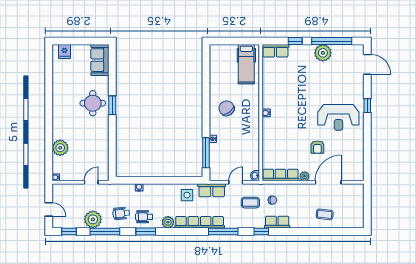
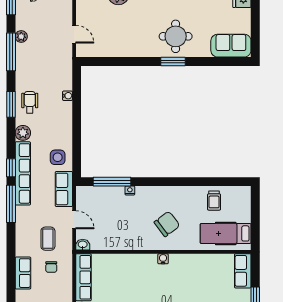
trolley: (221, 73) -> (214, 201), added
chair: (227, 108) -> (167, 224), moved
wheelchair: (121, 213) -> (34, 73), removed
plant: (93, 219) -> (21, 37), width x0.53, depth x0.53
window: (261, 231) -> (11, 168), moved

